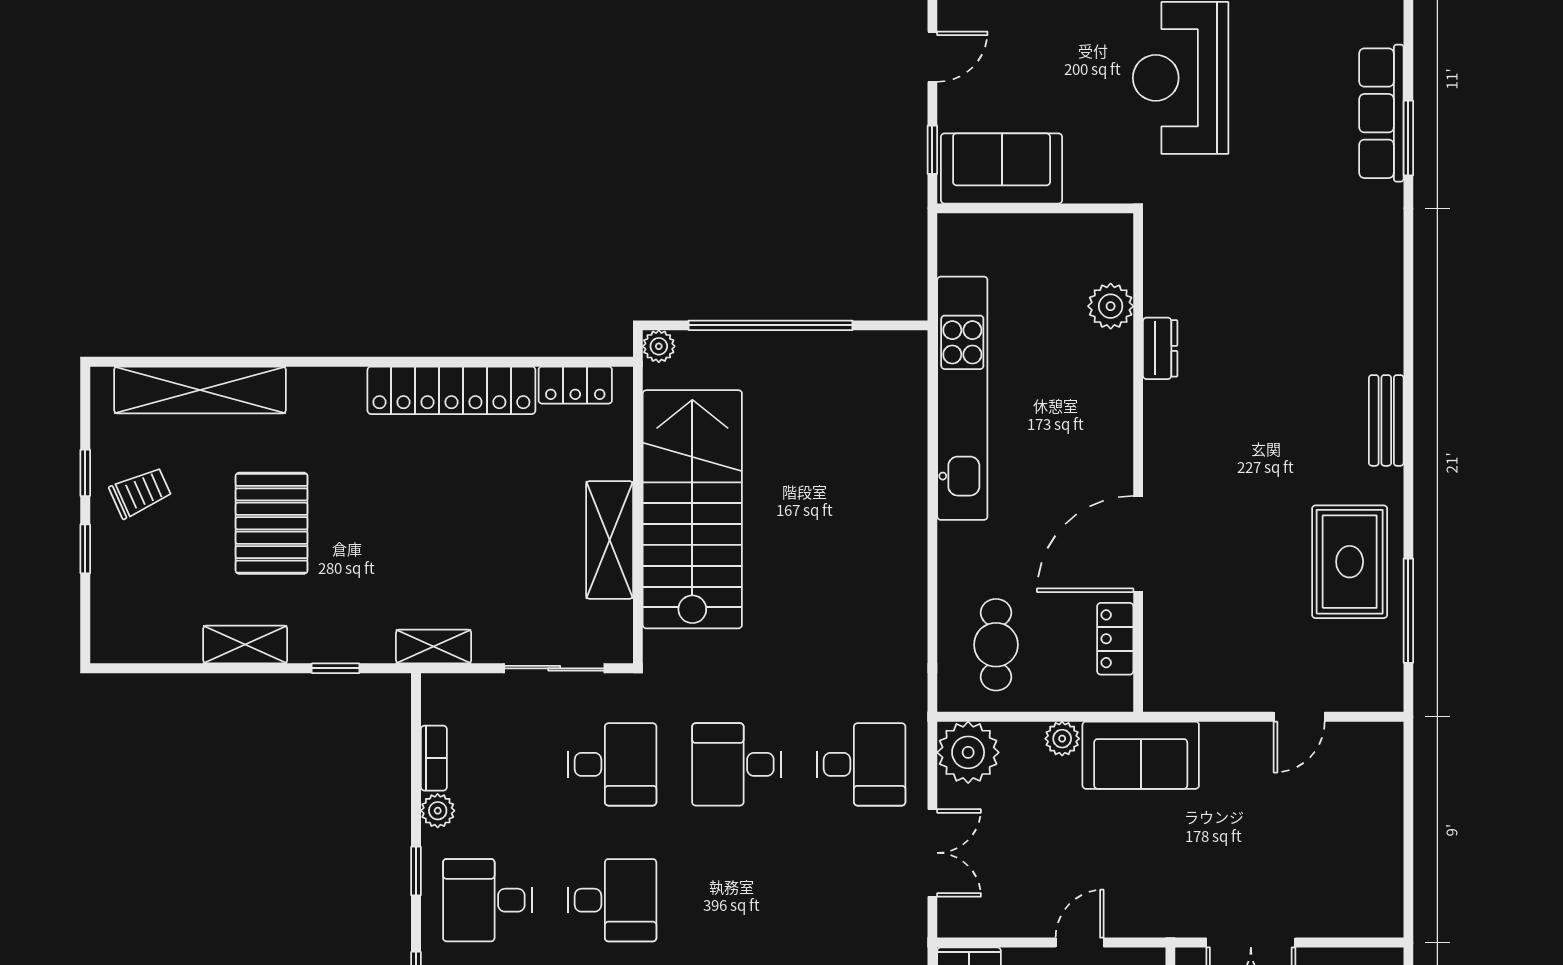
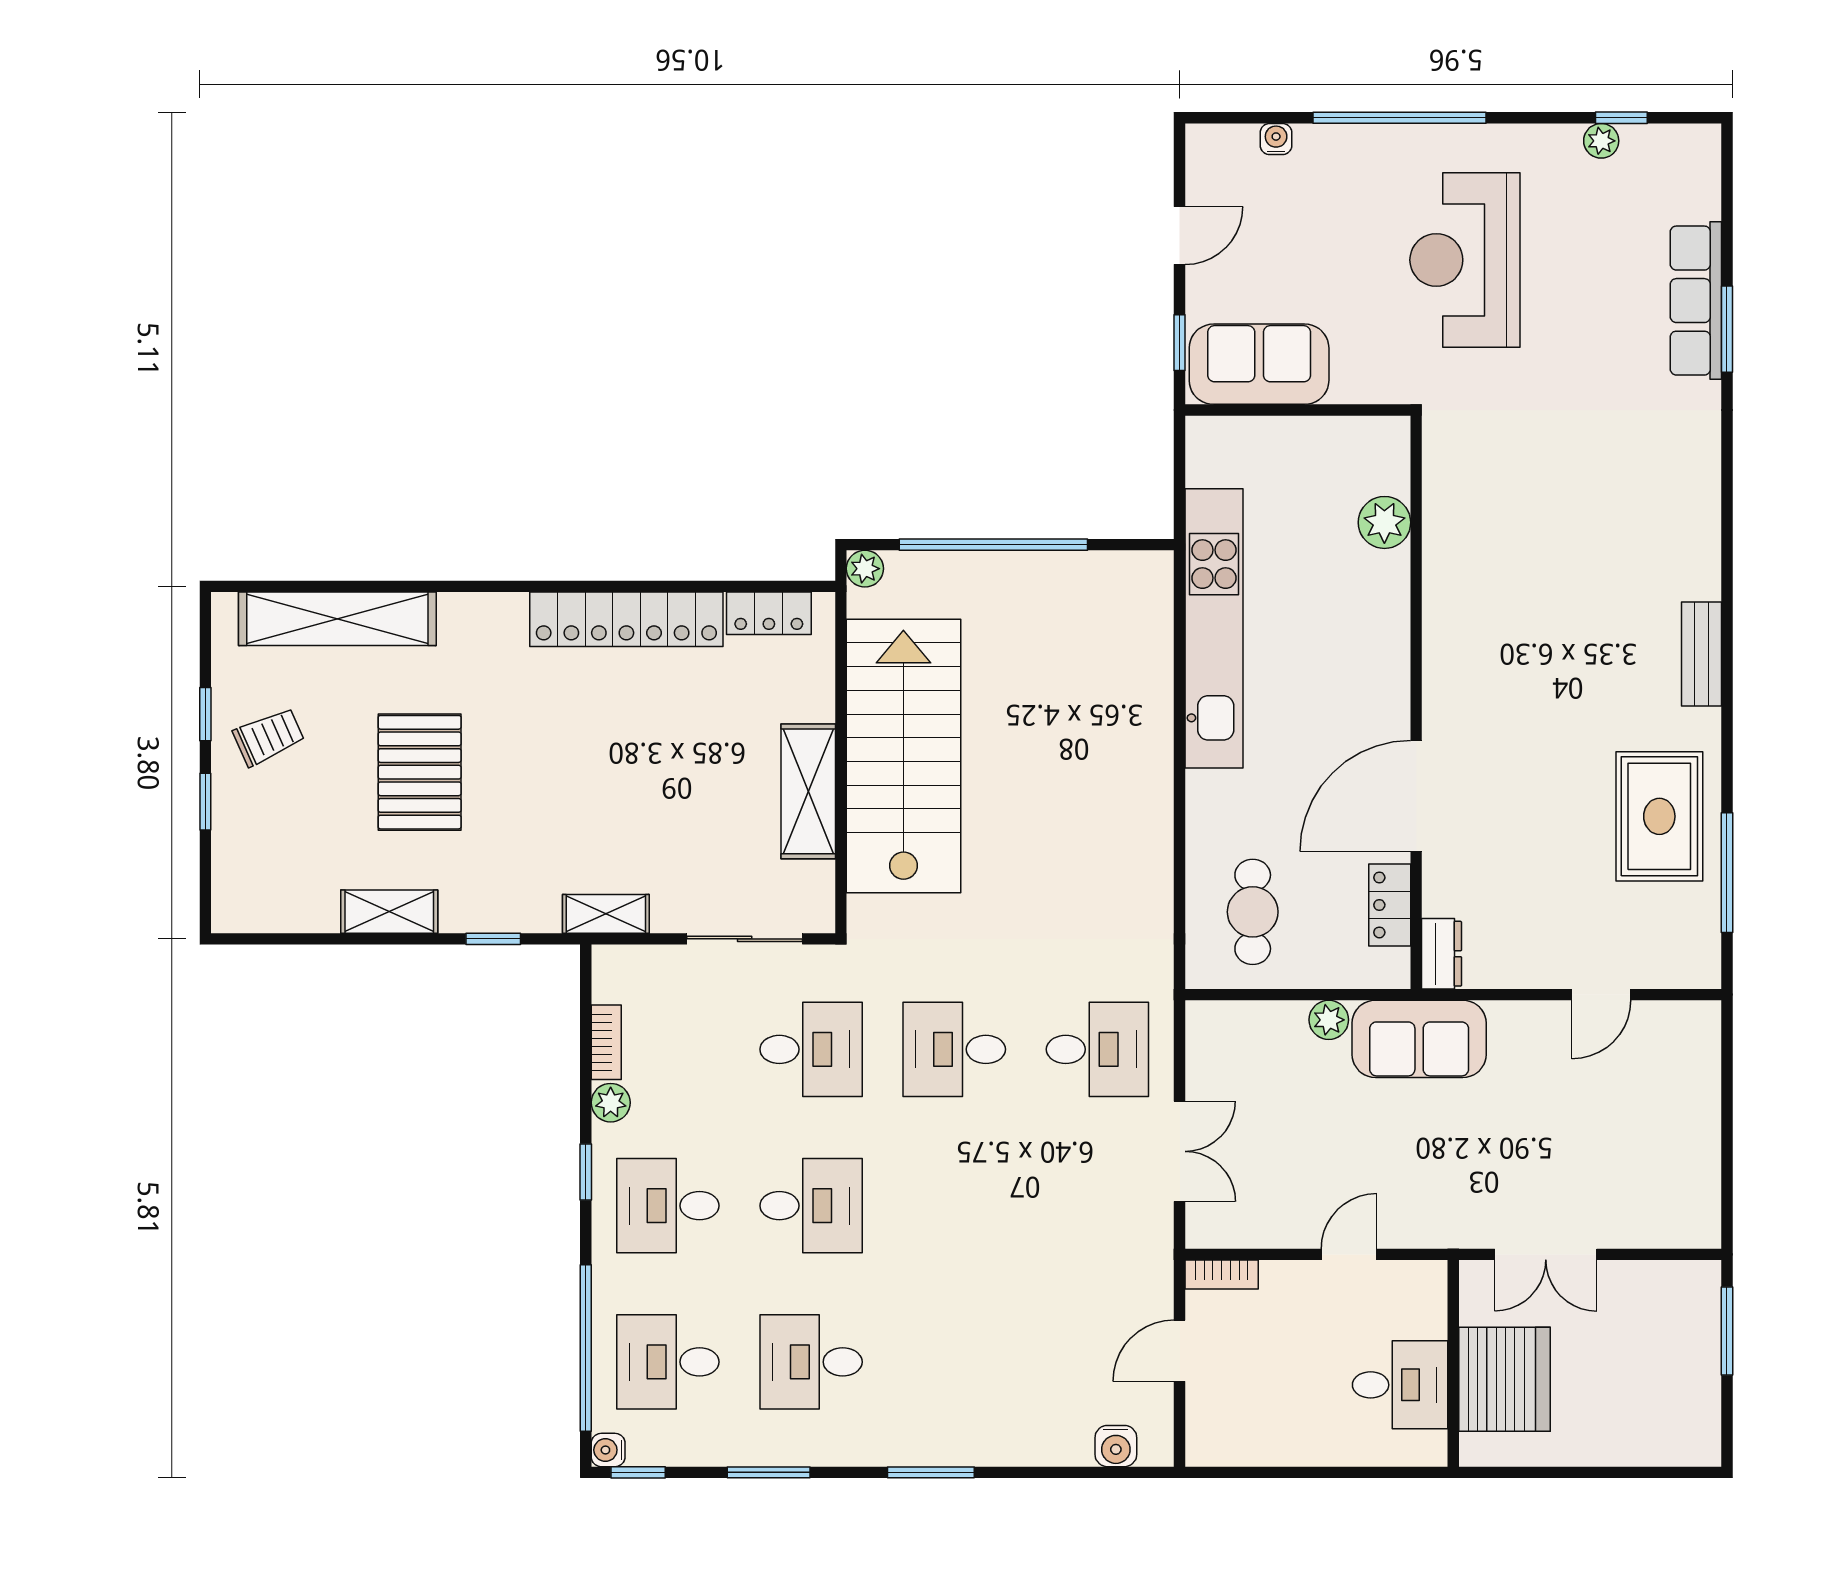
dresser: (1160, 348) -> (1442, 954), moved
plant: (968, 752) -> (1221, 1036), removed

